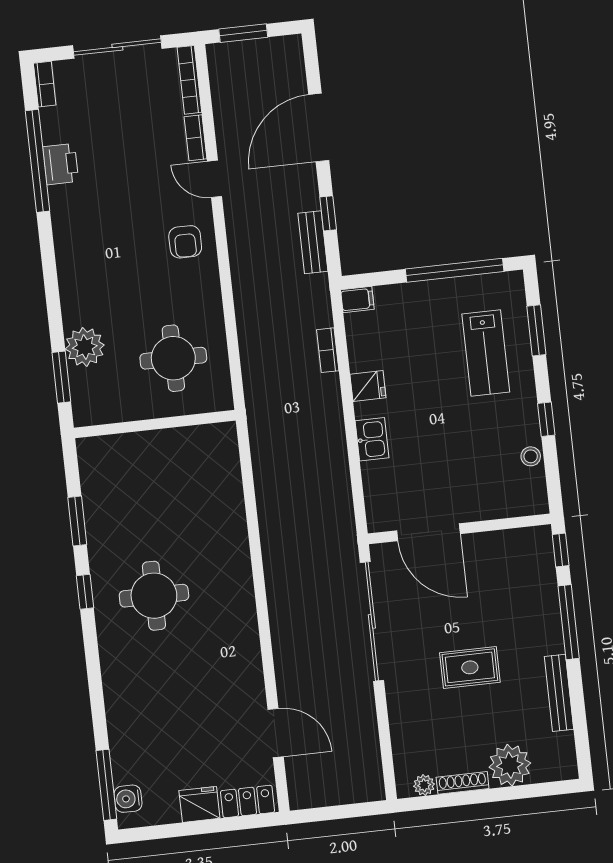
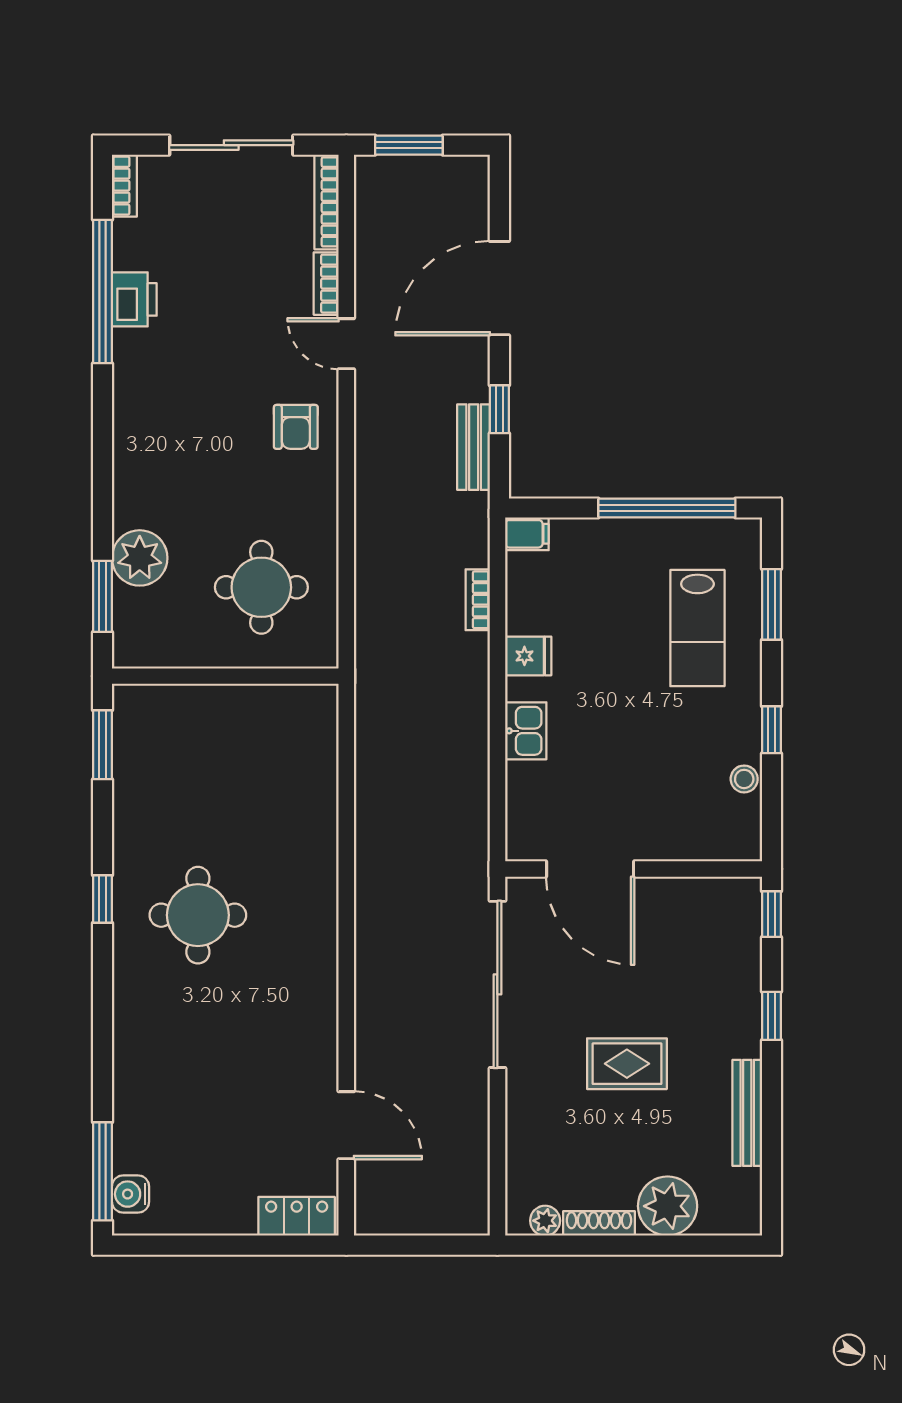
window: (77, 521) -> (102, 745), moved
window: (569, 622) -> (772, 1016), width x0.46
fridge: (199, 804) -> (229, 1213), removed

